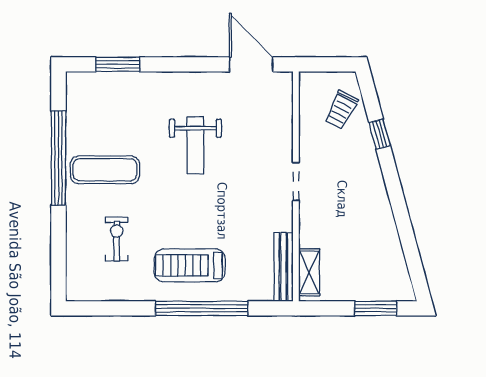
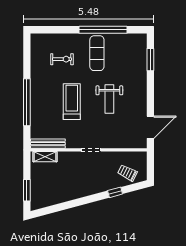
weight bench: (195, 145) -> (109, 99), turned -90
treadmill: (190, 265) -> (72, 102), moved

